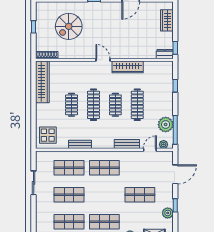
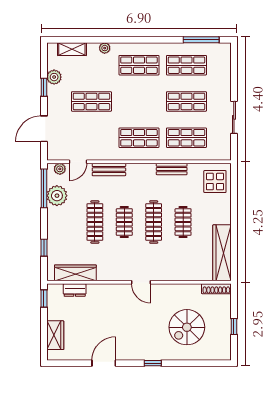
spiral stairs: (69, 26) -> (187, 327), turned 180
dresser: (165, 54) -> (75, 290), moved
wardrobe: (128, 67) -> (75, 273), moved

